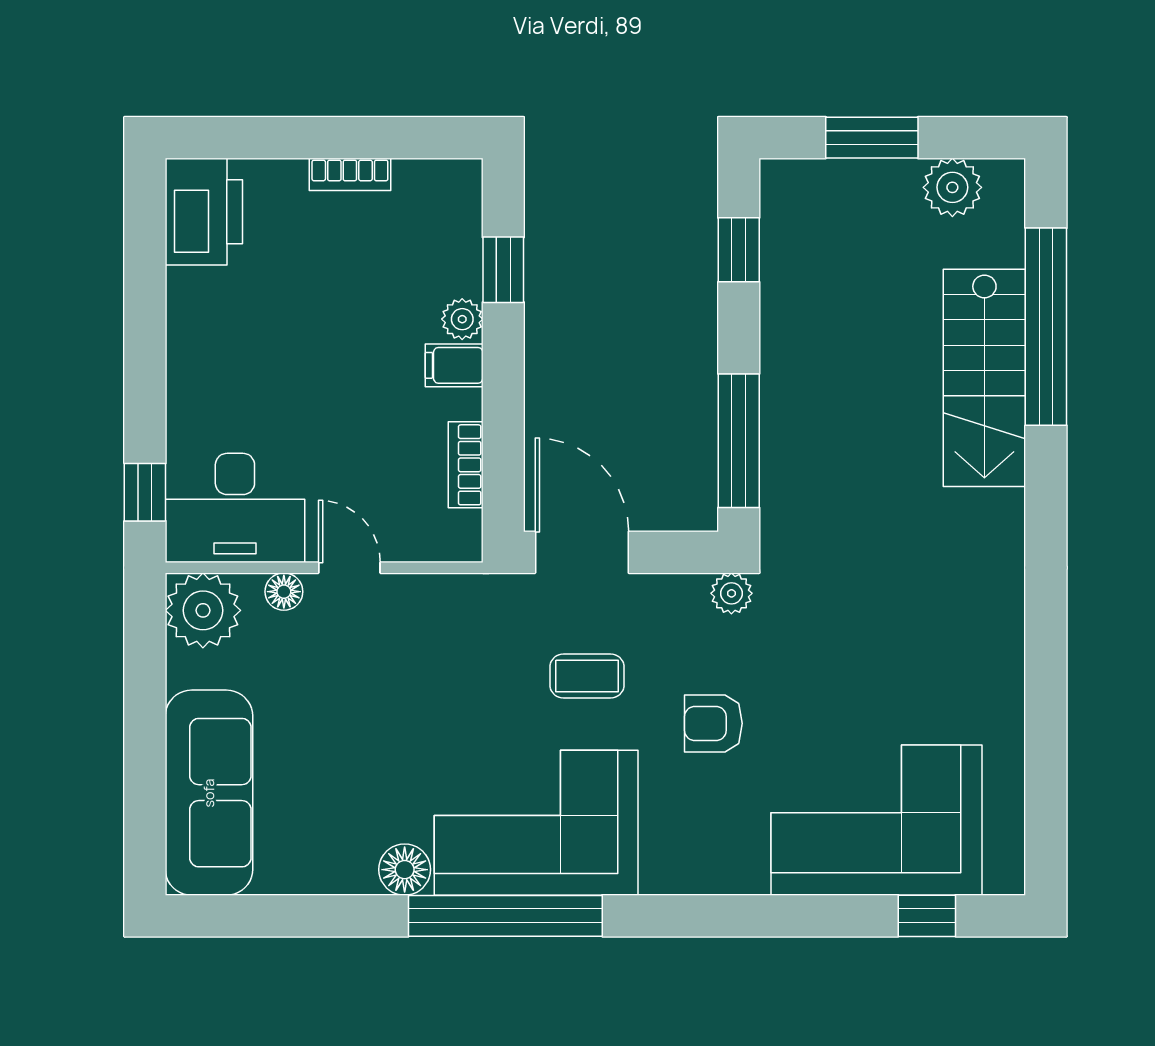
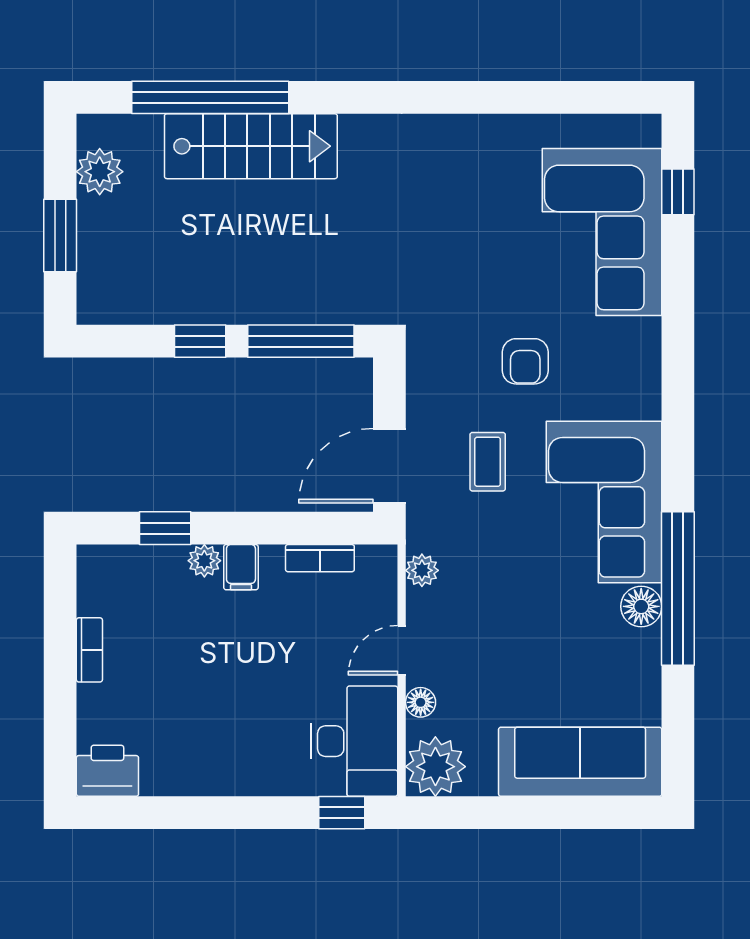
printer: (204, 212) -> (107, 771), width x0.73, depth x0.84
window: (739, 250) -> (200, 341), moved
plant: (731, 593) -> (422, 570), moved
window: (505, 916) -> (678, 588), moved

